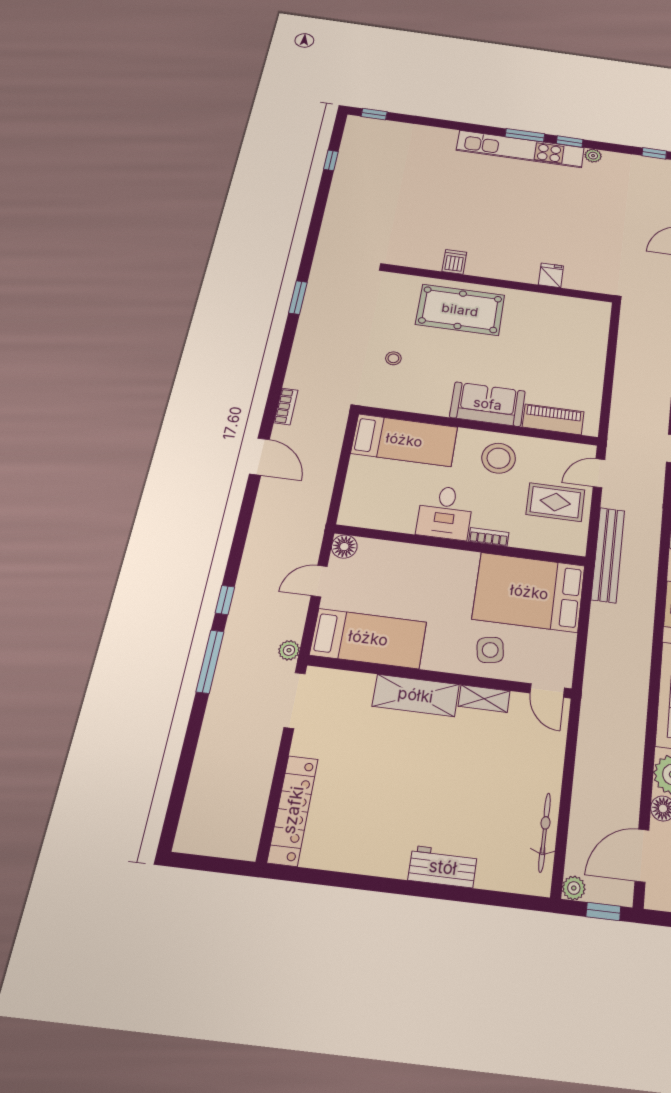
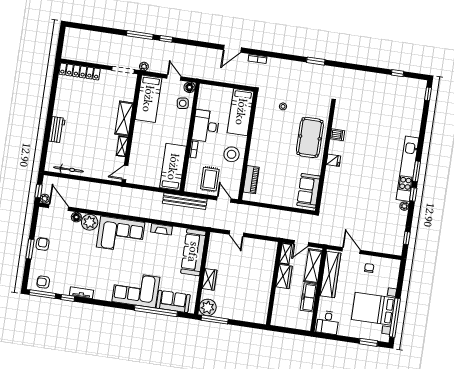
fridge: (551, 275) -> (333, 160), moved
sofa: (488, 404) -> (309, 191), moved, turned 180
desk: (445, 512) -> (206, 126), width x1.37
bed: (529, 592) -> (173, 167), width x0.67
side table: (490, 650) -> (183, 103), moved
plant: (574, 888) -> (45, 199), moved

